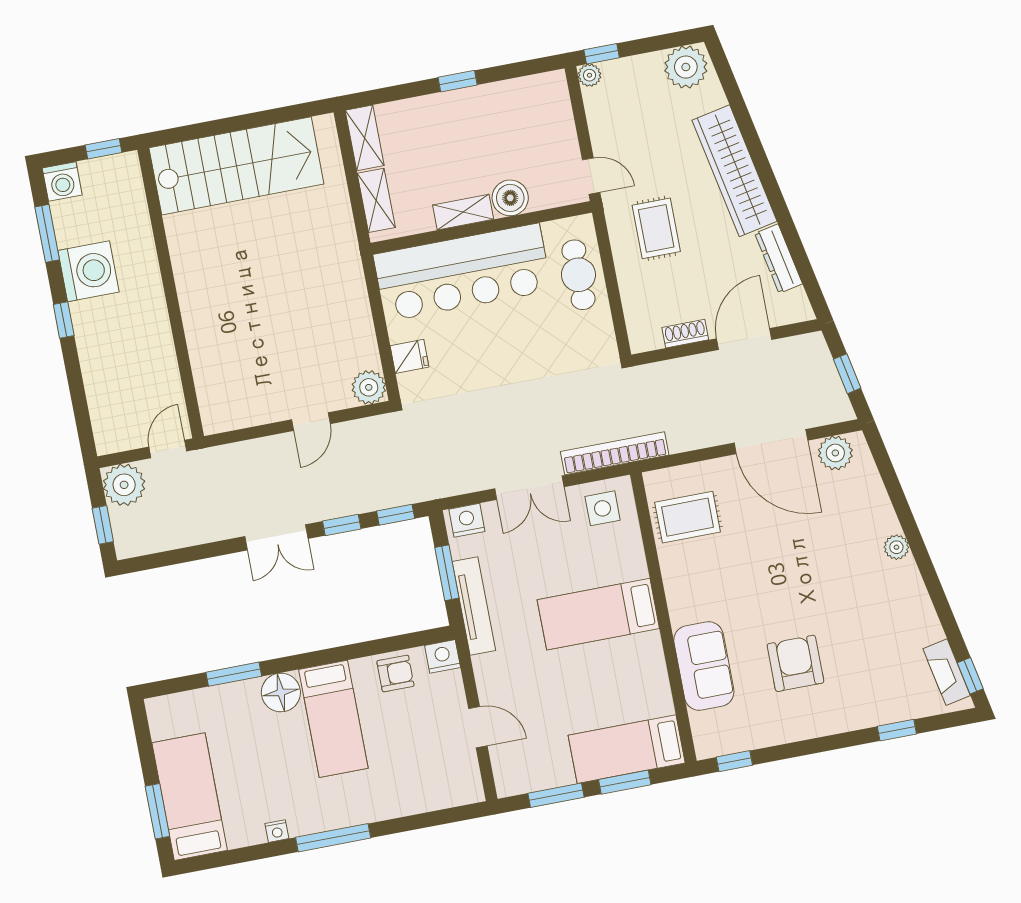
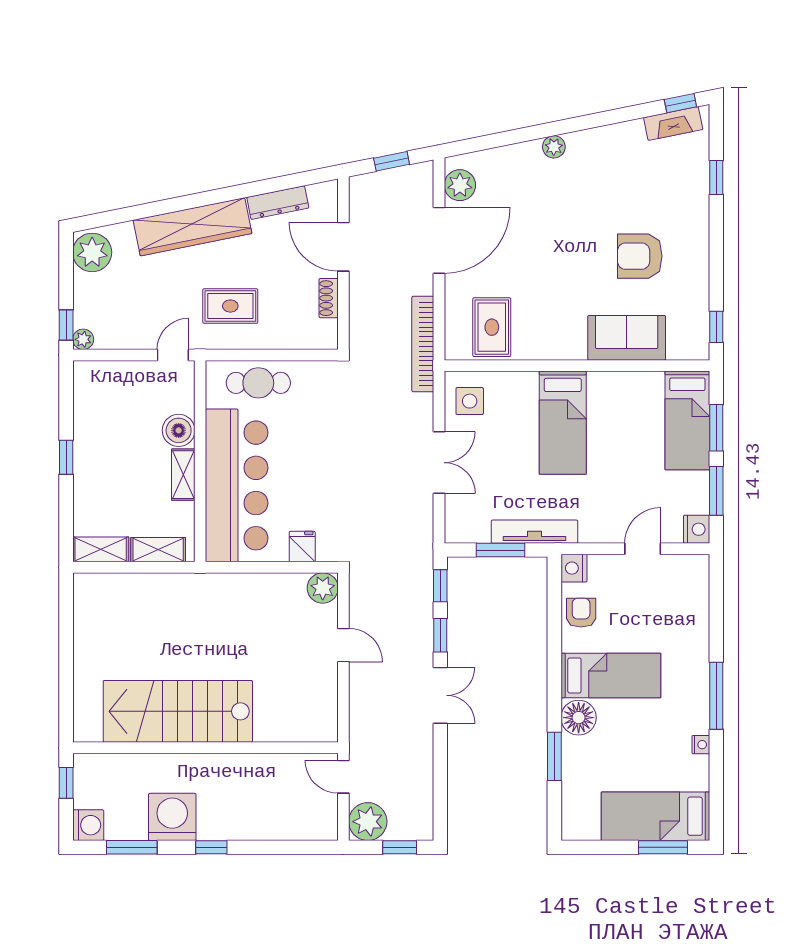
stairs: (236, 166) -> (178, 711), moved, turned -90
bookcase: (615, 453) -> (423, 344), moved
nightstand: (467, 520) -> (697, 529), moved, turned 180

